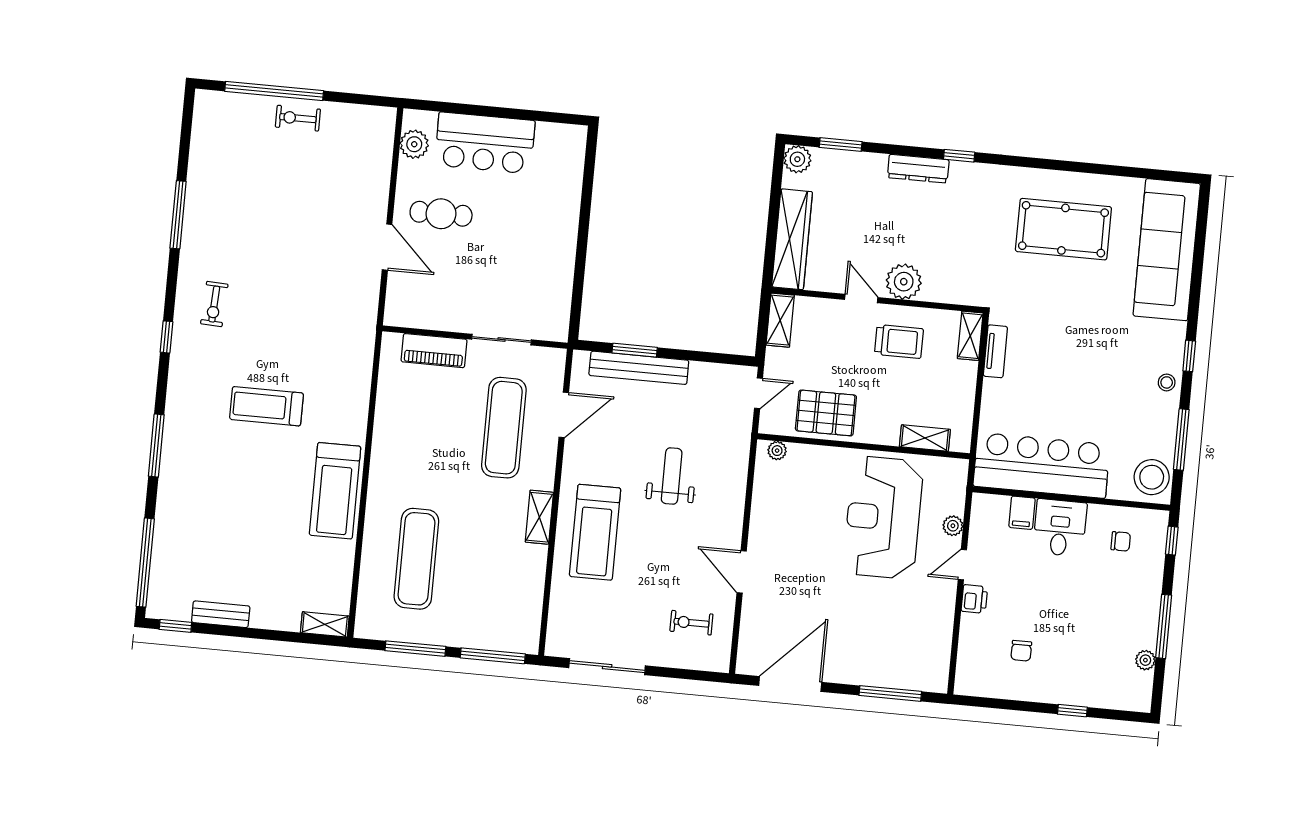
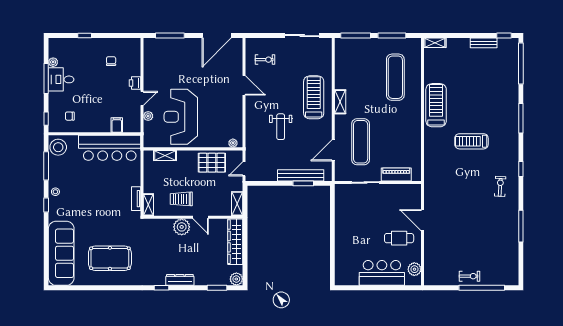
treadmill: (267, 406) -> (471, 141), turned 180
reception desk: (883, 517) -> (181, 117), turned 180
desk: (1060, 528) -> (61, 79), moved, turned 90

